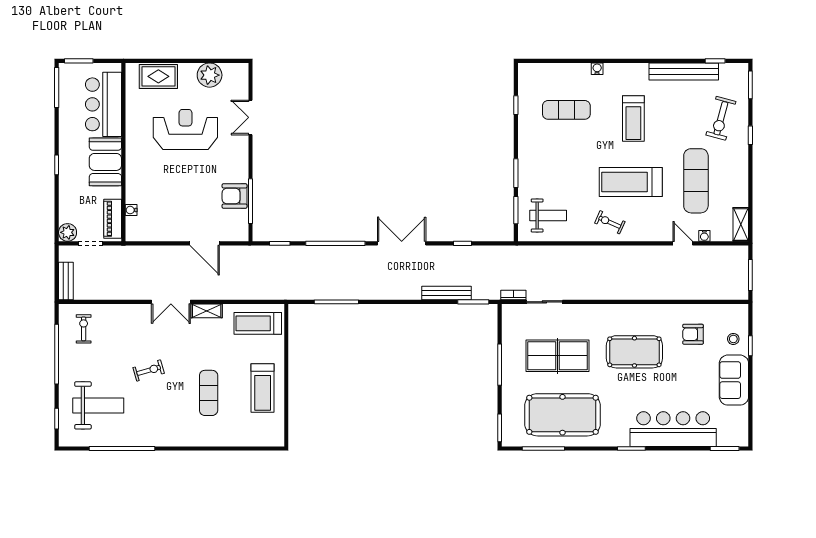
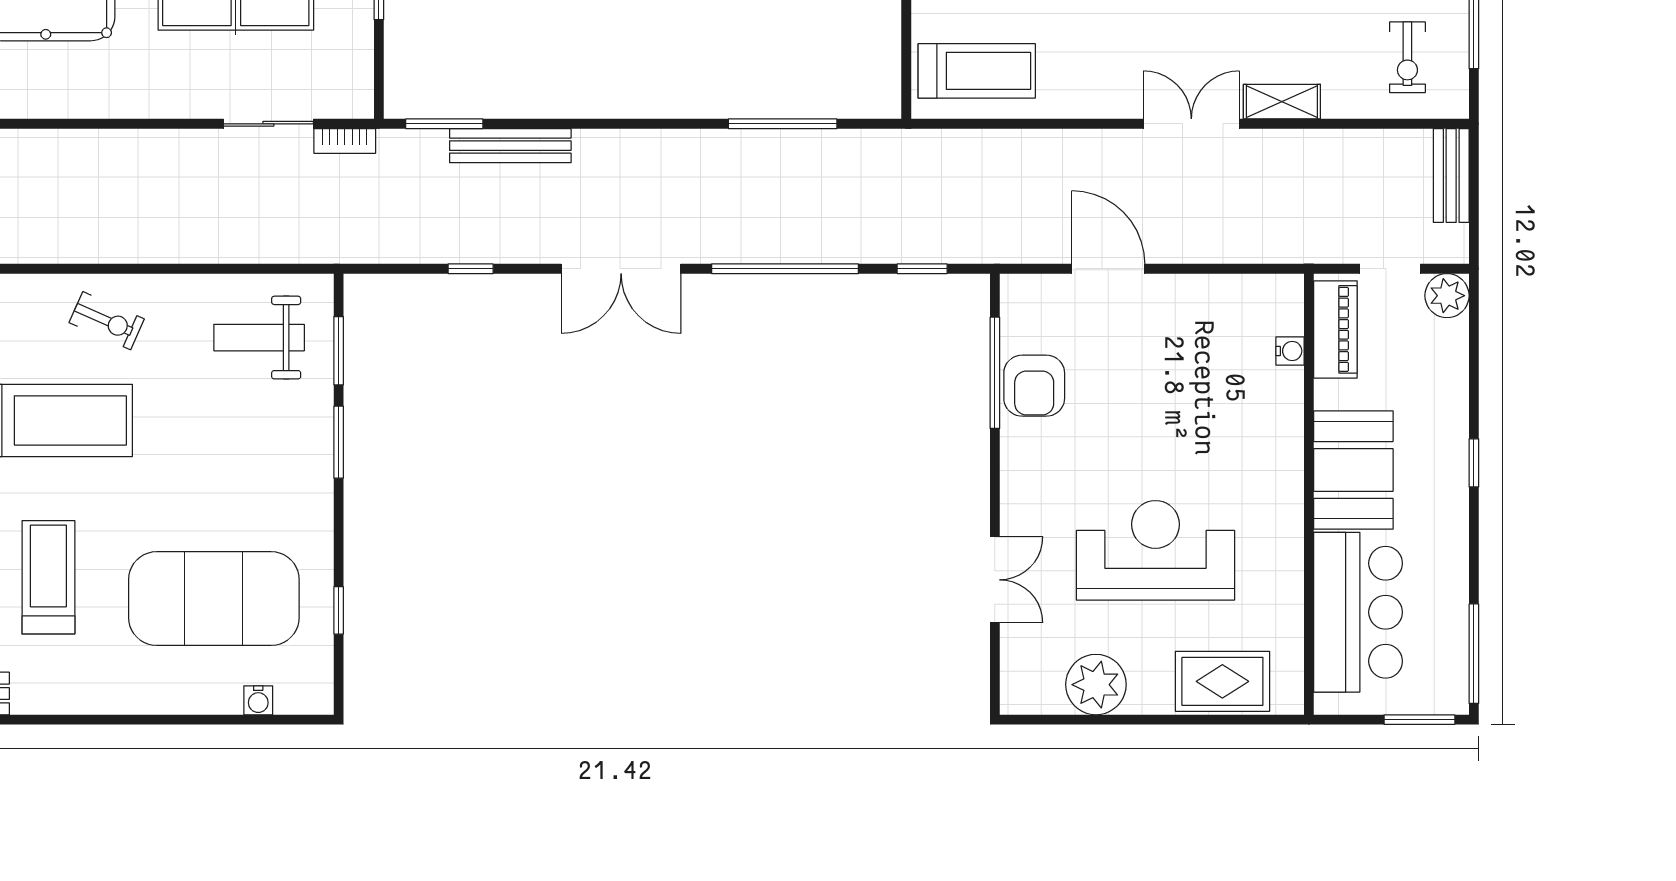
water cooler: (597, 69) -> (258, 700), moved
exercise mat: (566, 110) -> (214, 599), width x2.00, depth x1.45
reception desk: (185, 129) -> (1155, 550), turned 180
armchair: (235, 196) -> (1034, 386), turned 90
shelving: (207, 311) -> (1282, 102), moved

